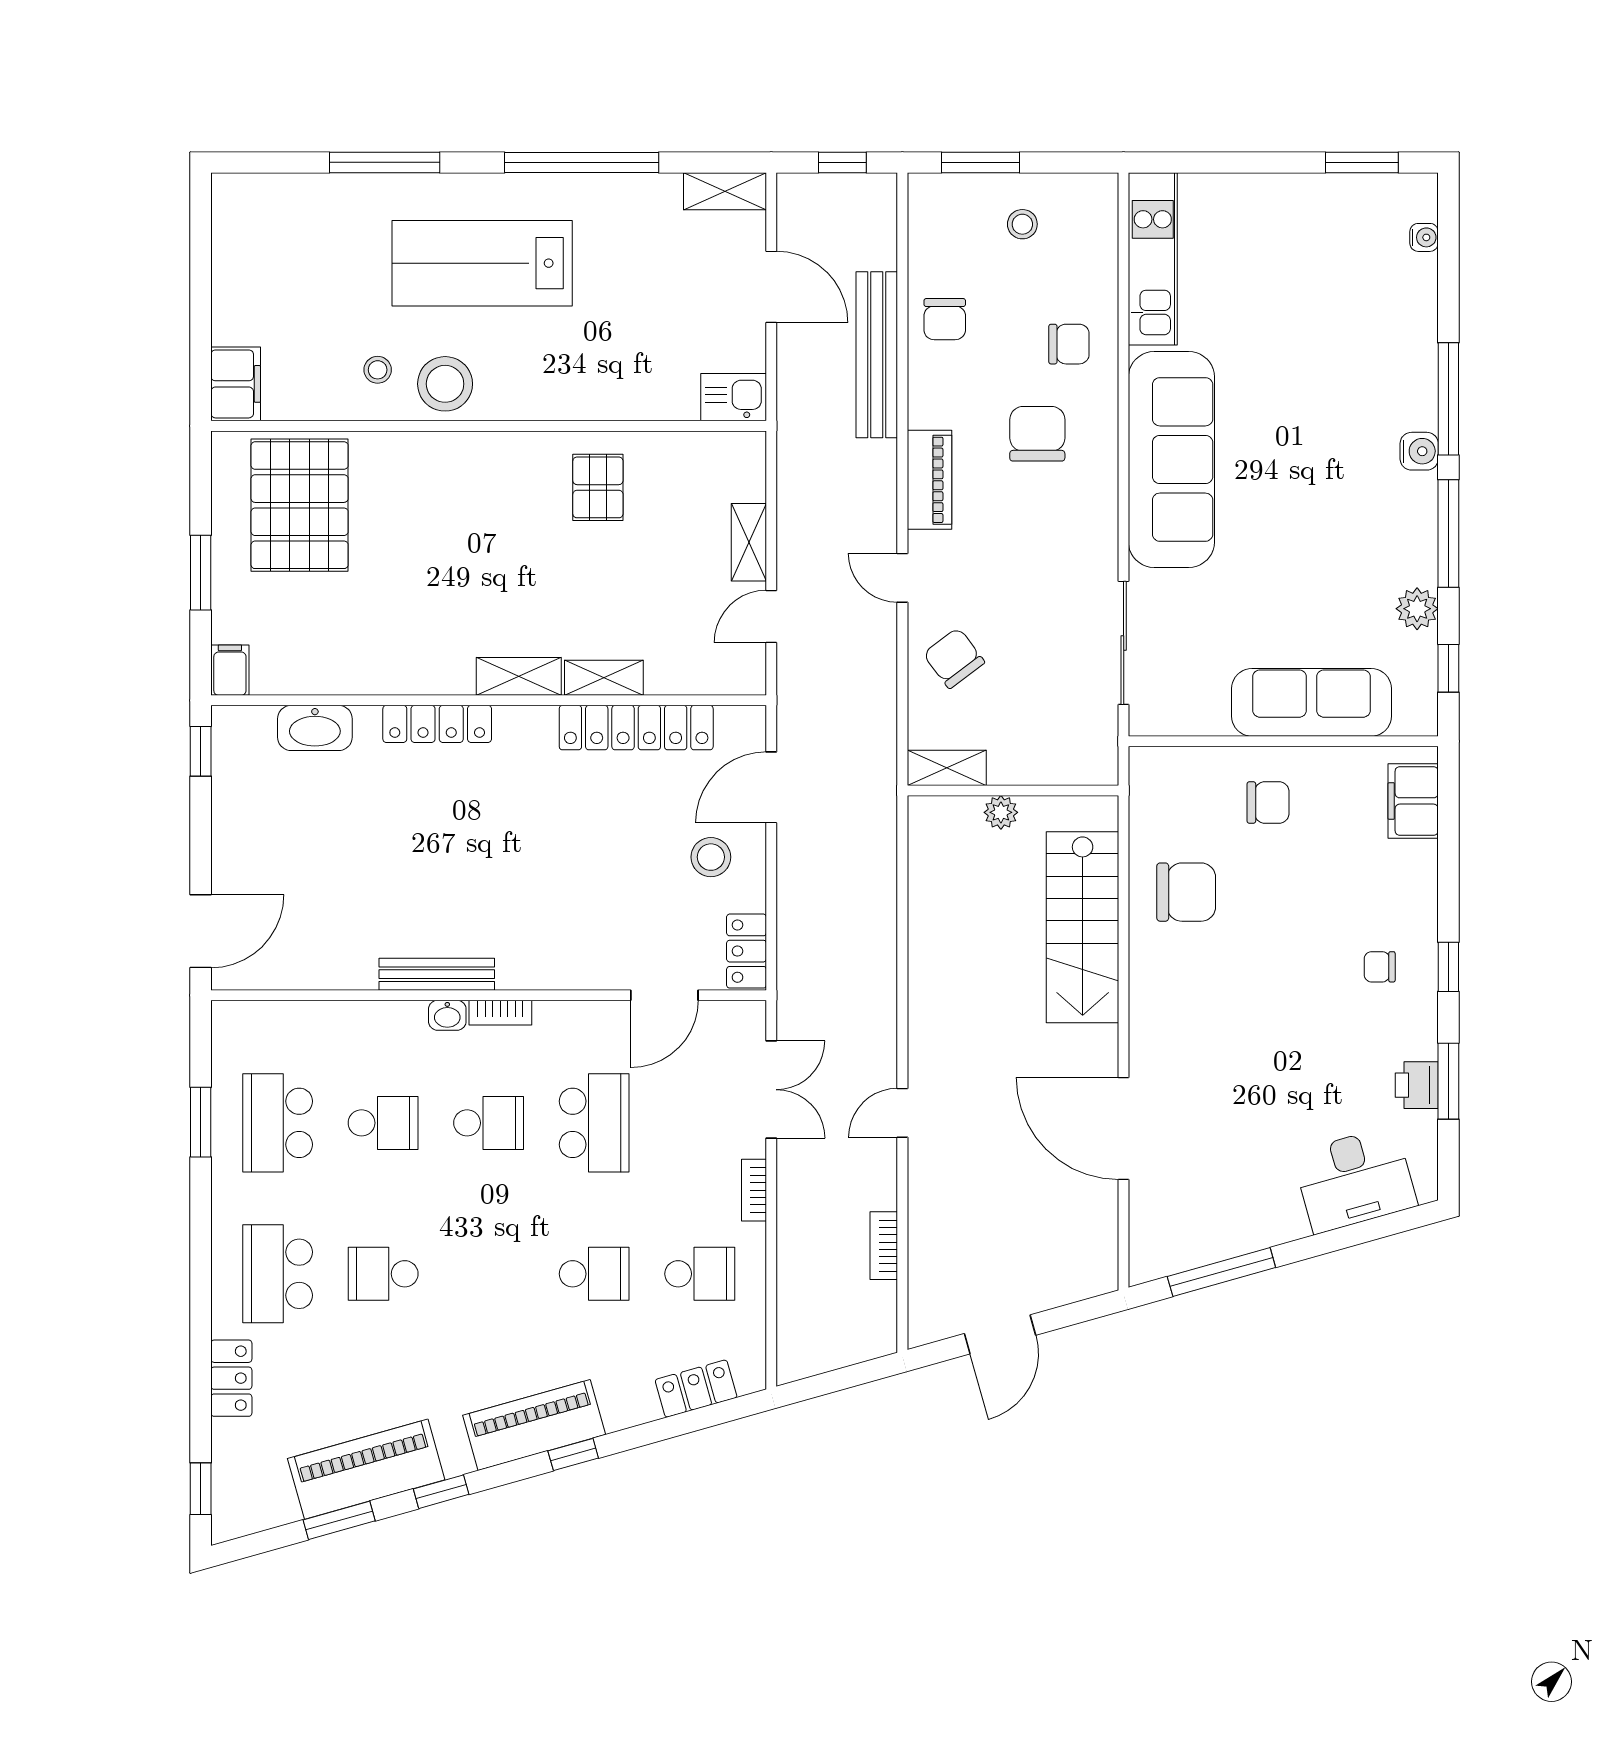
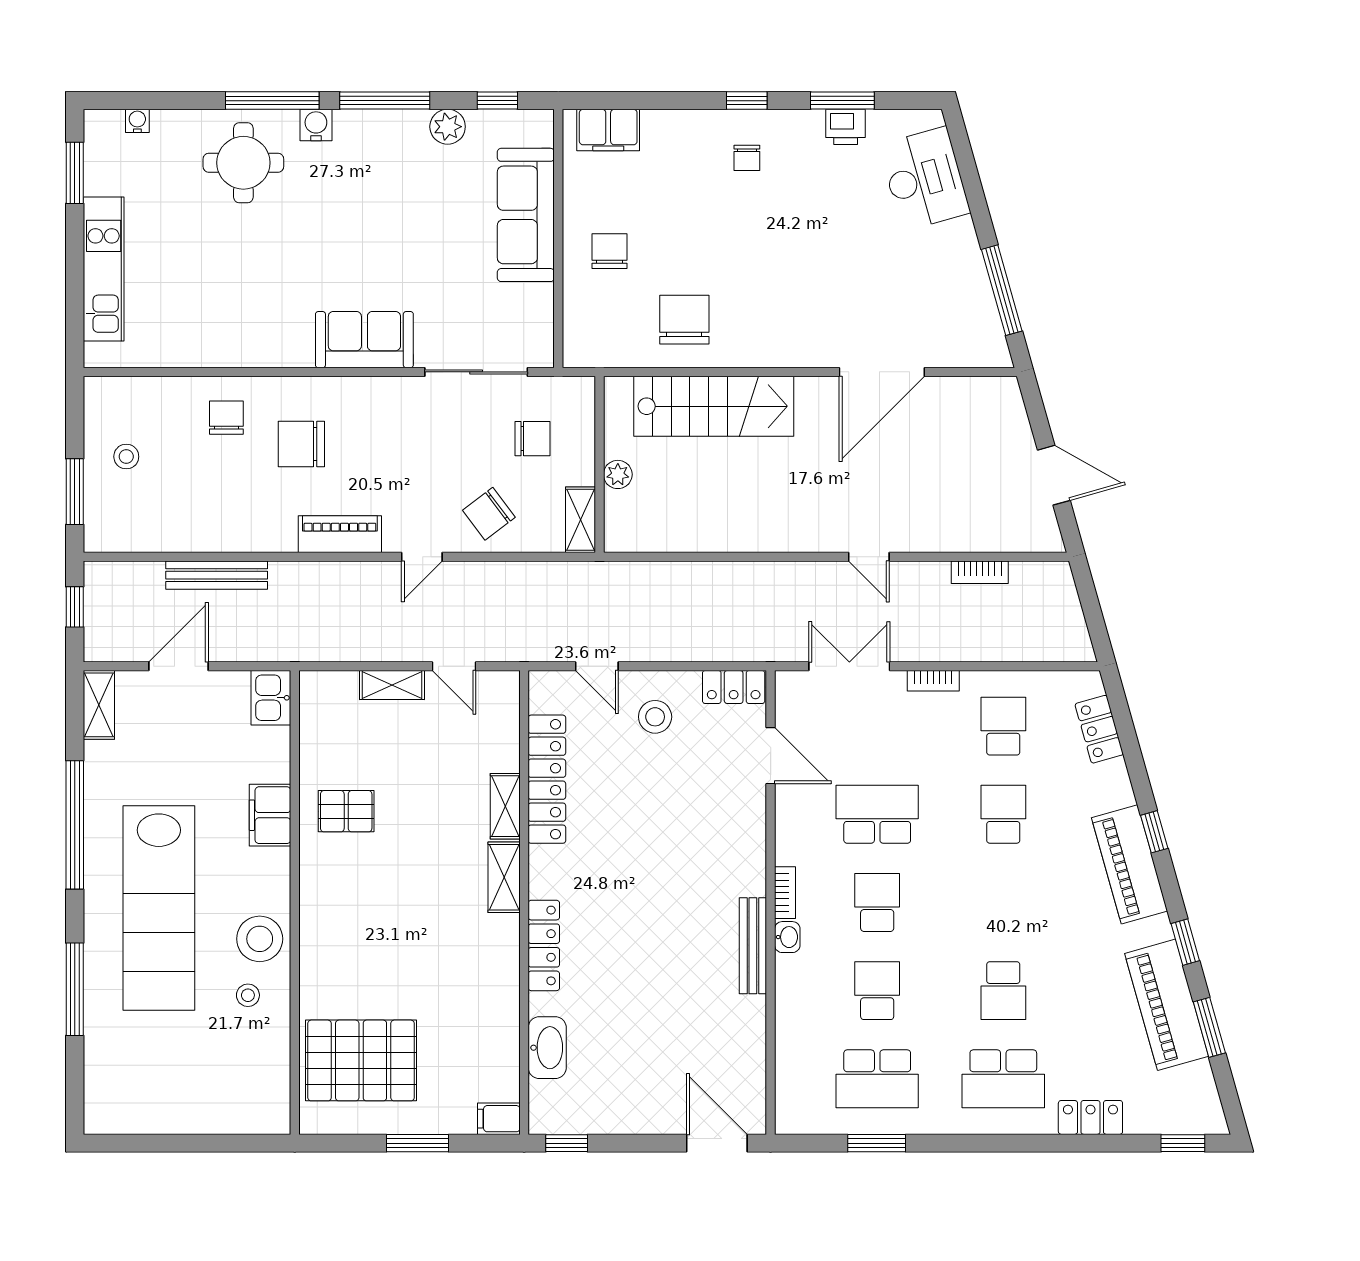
kitchen unit: (1153, 259) -> (104, 269), moved, turned 90
lab bench: (482, 263) -> (159, 908), width x1.36
chair: (945, 319) -> (533, 439), moved
bench: (877, 355) -> (217, 575), width x0.73, depth x0.82
round table: (1374, 364) -> (243, 163), added
filing cabinet: (236, 384) -> (270, 815), moved, turned -90
sofa: (1171, 459) -> (364, 340), width x0.54, depth x0.79
door: (771, 787) -> (597, 666), width x0.73

